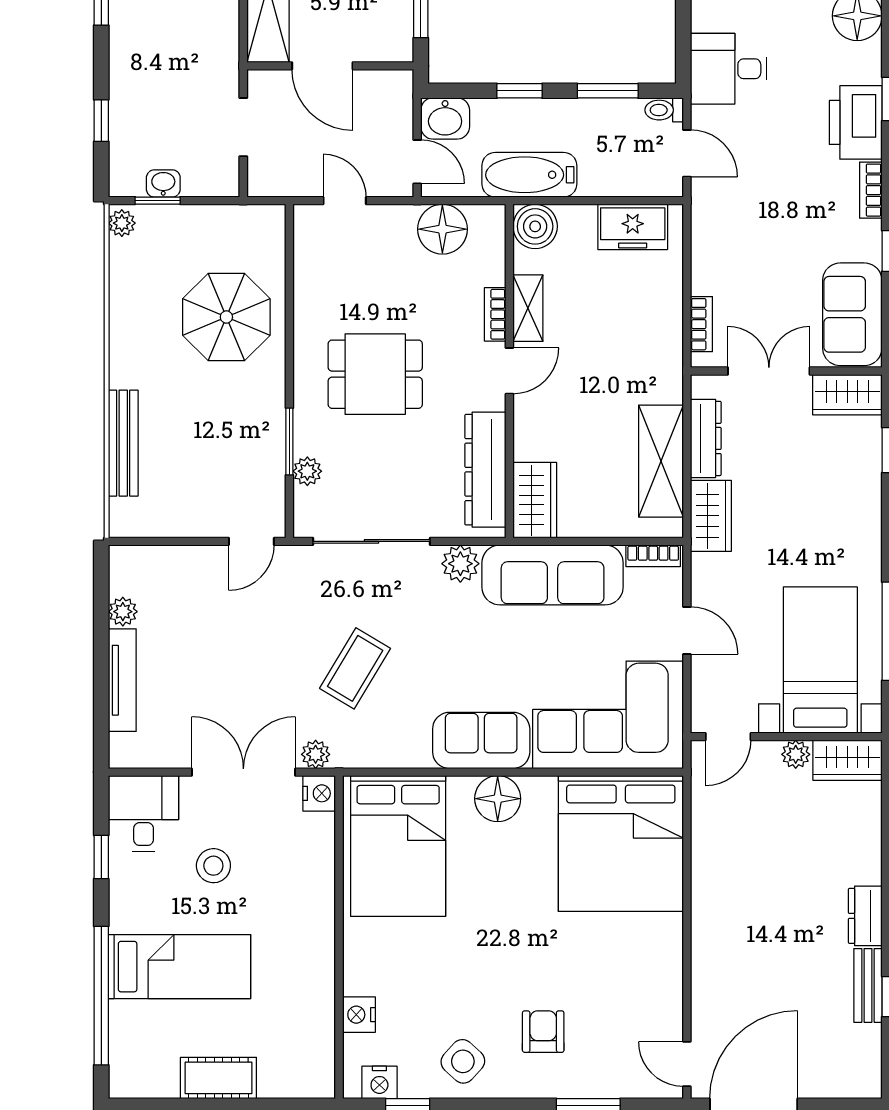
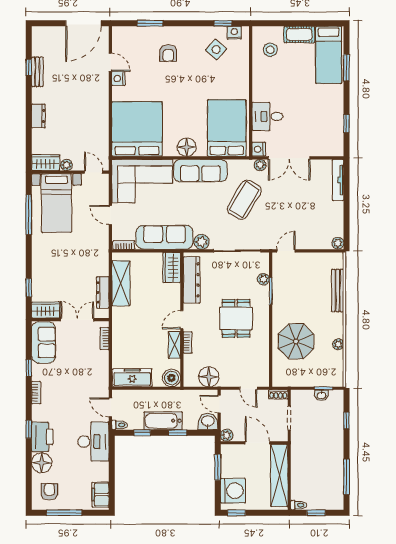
desk: (729, 69) -> (93, 442), width x1.37
plant: (398, 85) -> (227, 435), added
window: (608, 91) -> (142, 433), width x0.67
printer: (856, 122) -> (42, 437), moved
bathtub: (529, 175) -> (163, 421), moved, turned 180
shoe rack: (271, 186) -> (278, 394), added
plant: (122, 223) -> (338, 344), moved
freezer: (633, 227) -> (132, 378), width x1.40
double door: (769, 371) -> (77, 320), swing flipped
dining table: (375, 374) -> (236, 318), turned 90
wardrobe: (711, 516) -> (101, 261), removed
plant: (123, 612) -> (338, 243), moved
coffee table: (355, 668) -> (244, 200), width x1.36, depth x1.32
tv unit: (122, 680) -> (338, 180), moved
door: (728, 737) -> (94, 172), hinge flipped
sofa: (481, 740) -> (200, 171), width x1.36
desk: (144, 814) -> (267, 116), moved, turned 90
stool: (213, 866) -> (270, 50), moved
dresser: (865, 916) -> (38, 116), moved
bed: (180, 967) -> (329, 55), moved, turned -90
window: (101, 996) -> (347, 68), width x0.47
nightstand: (359, 1015) -> (118, 79), moved, turned 180
side table: (463, 1061) -> (216, 50), moved
door: (687, 1064) -> (110, 62), moved

